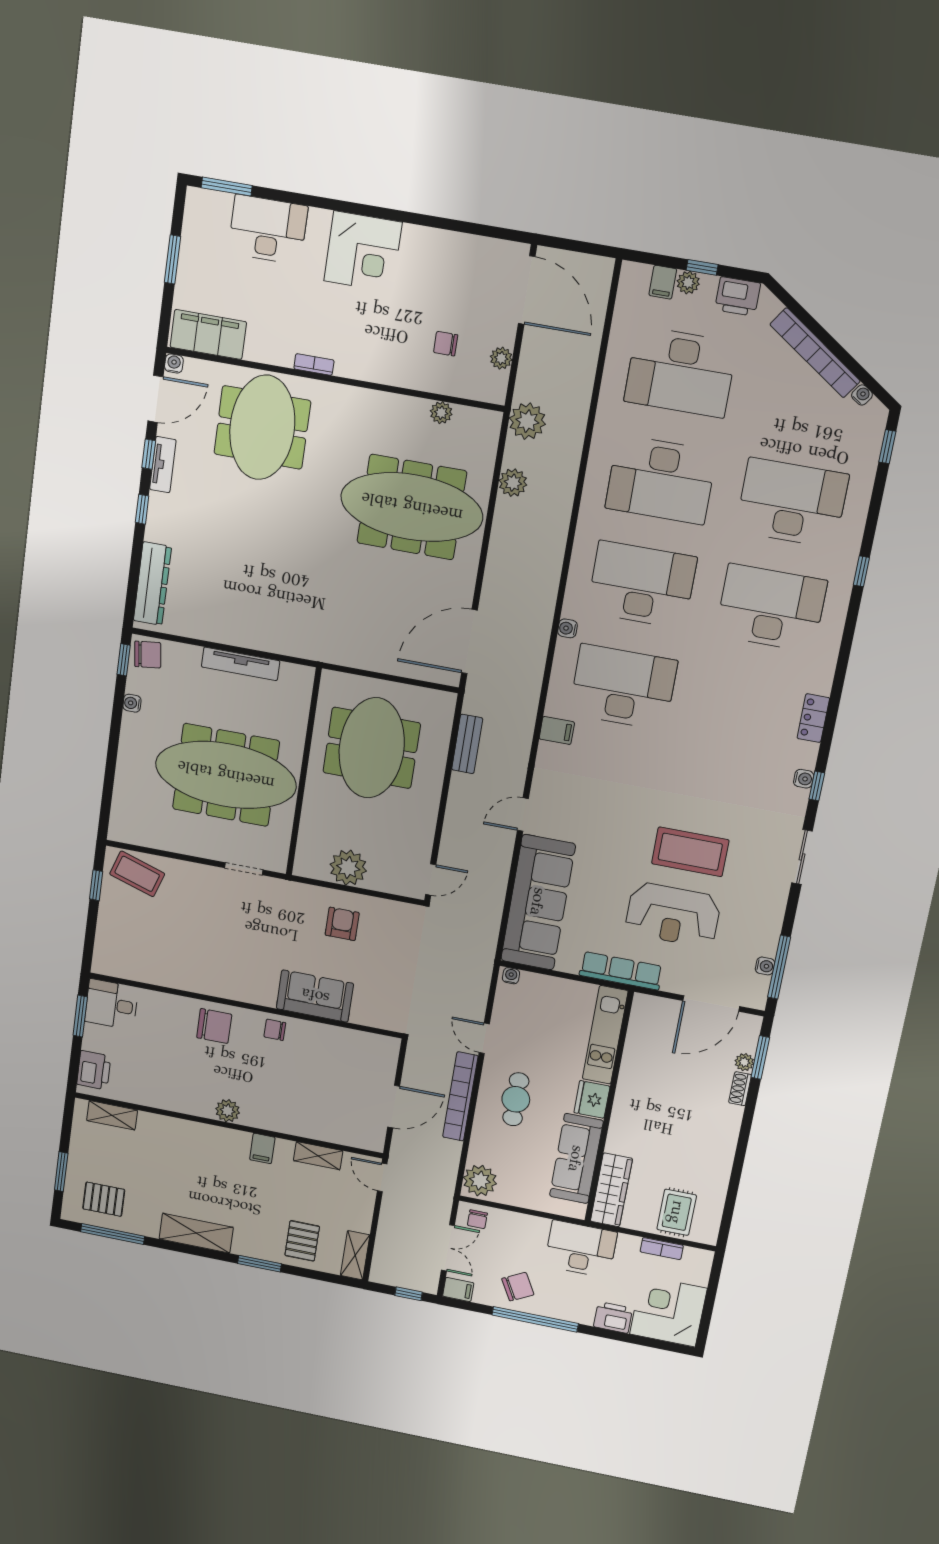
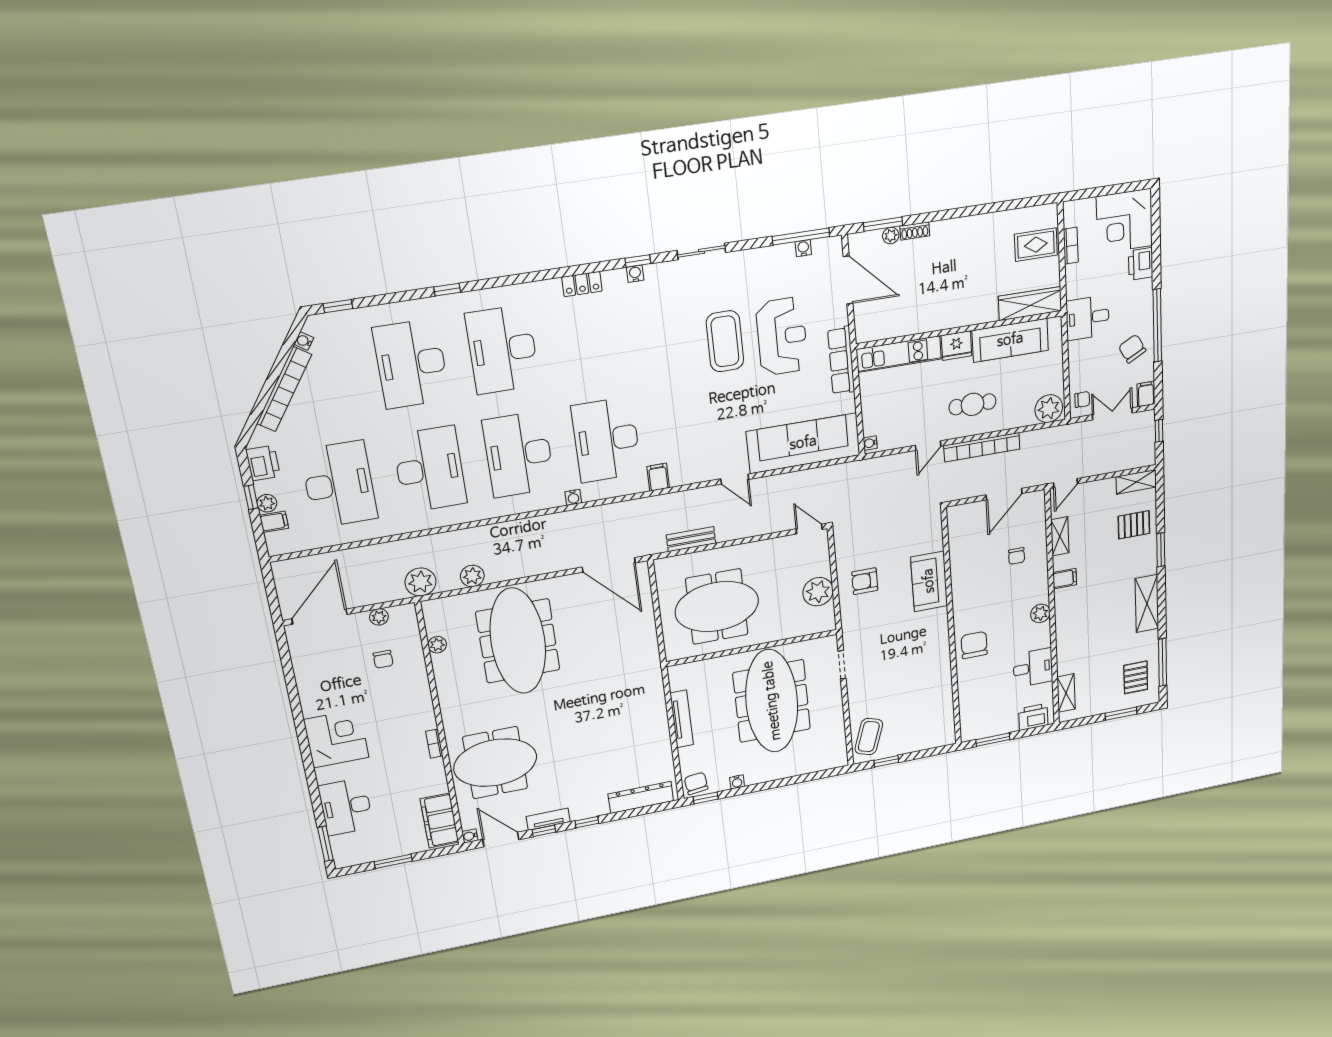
desk: (112, 1004) -> (1033, 668), moved, turned -90
chair: (275, 1030) -> (1016, 556), moved
door: (394, 1107) -> (1004, 494), swing flipped
desk: (581, 1249) -> (1088, 318), width x0.73

